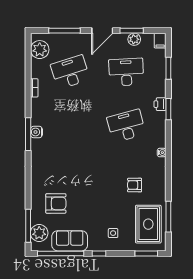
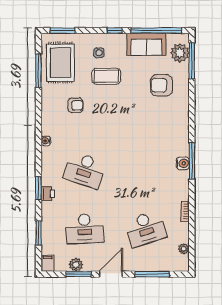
plant: (40, 50) -> (184, 249), width x0.53, depth x0.53
desk: (126, 126) -> (85, 170), turned 33
coffee table: (106, 212) -> (106, 76), added

